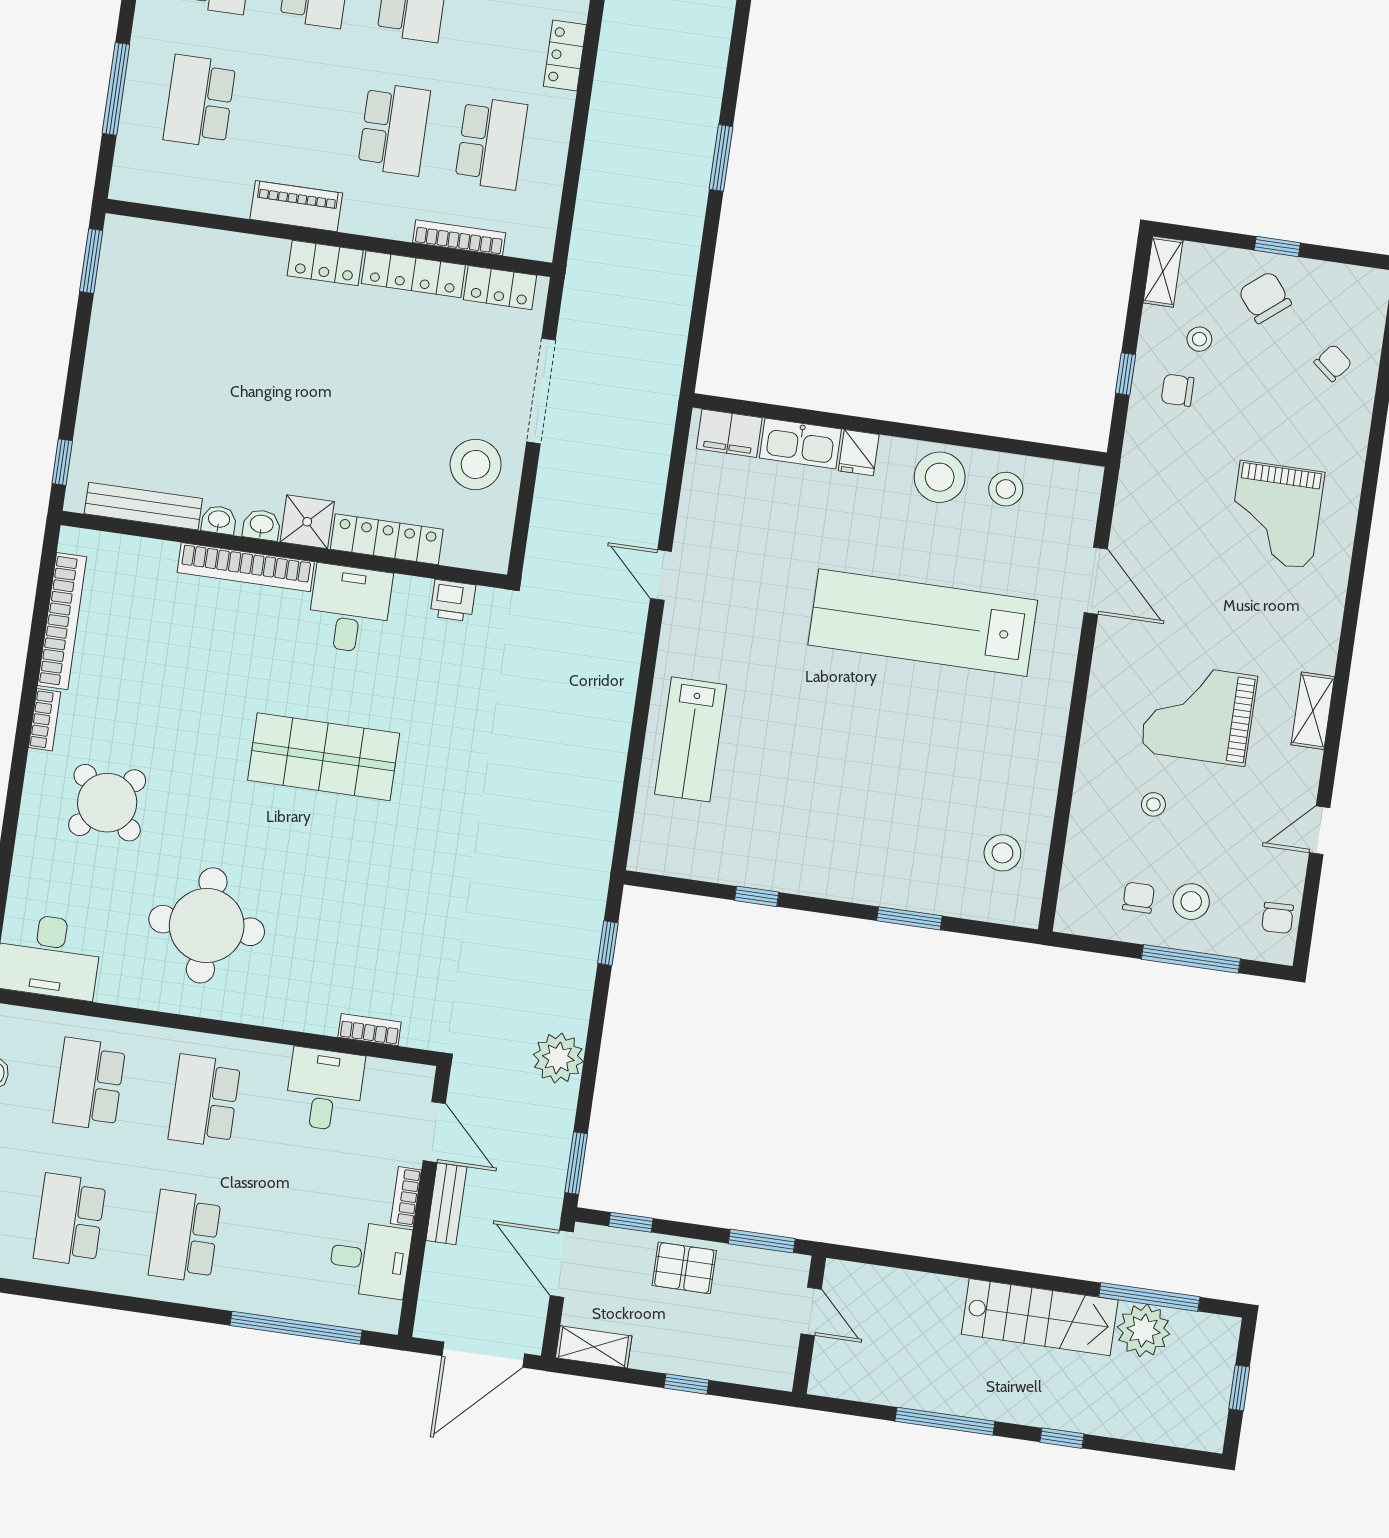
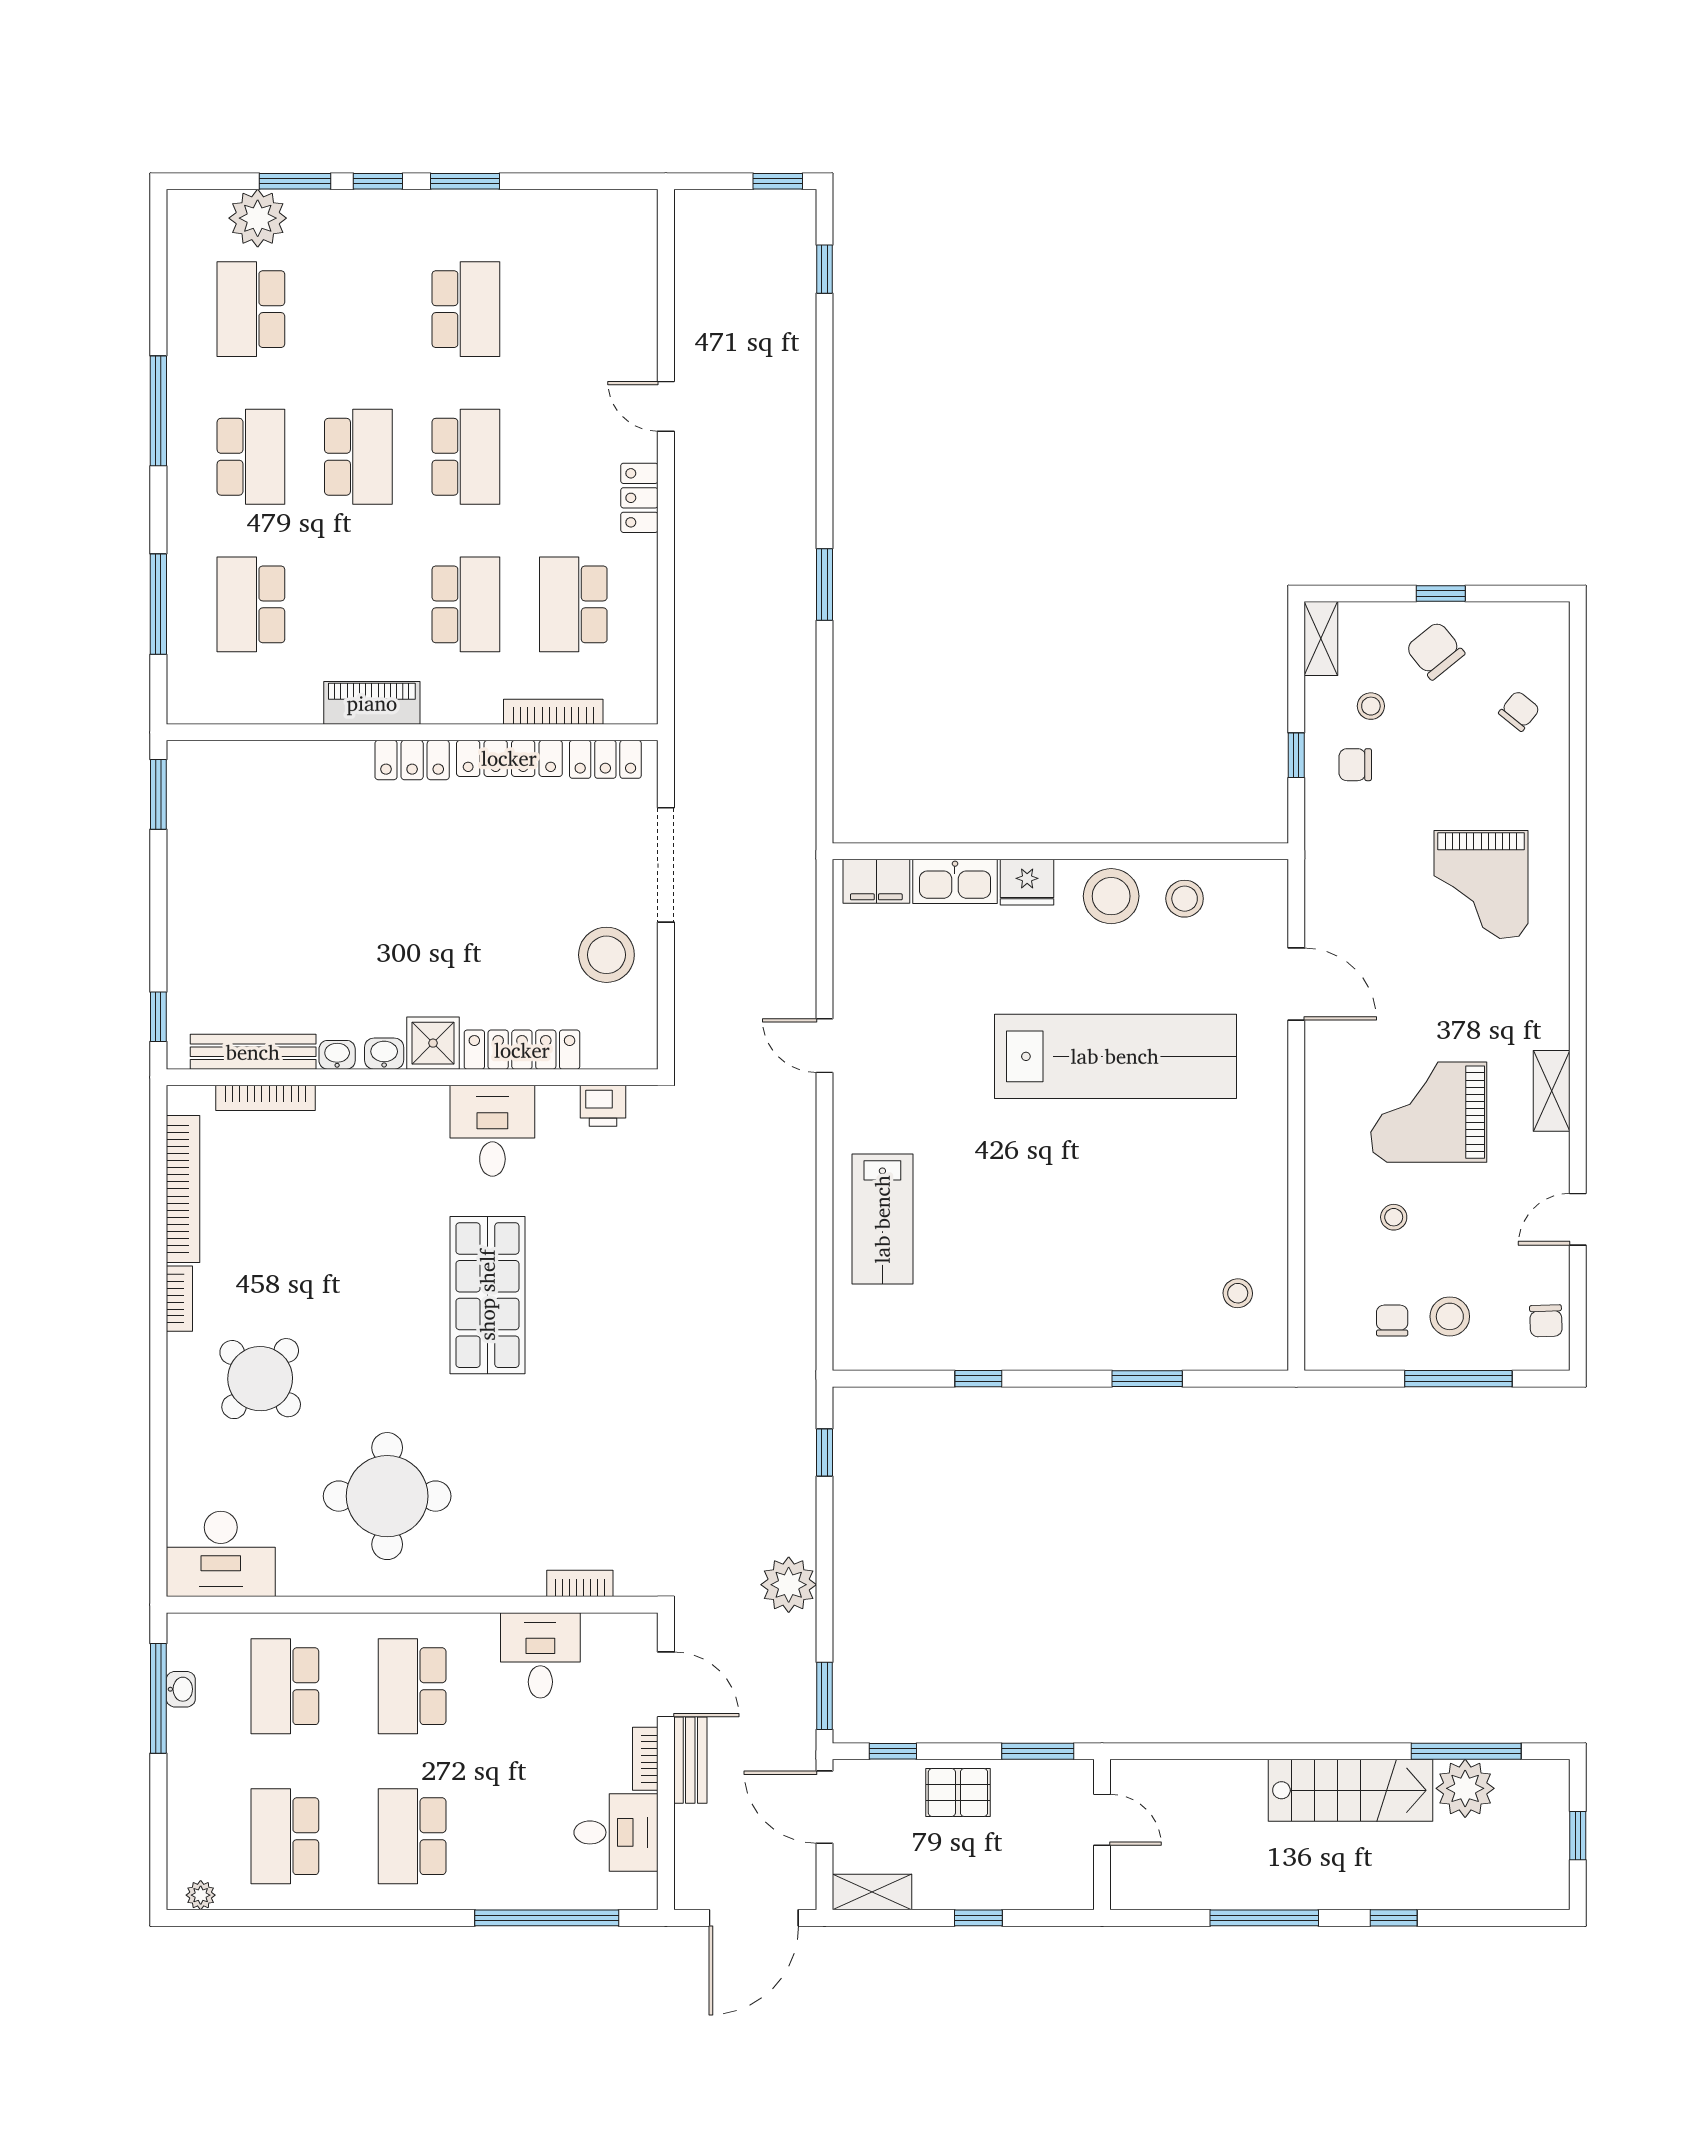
school desk: (491, 143) -> (573, 604), turned 180
fridge: (859, 453) -> (1027, 882), width x1.38
bookcase: (246, 567) -> (266, 1098), moved, width x0.68, depth x0.76
lab bench: (923, 623) -> (1115, 1056), turned 180
shop shelf: (324, 757) -> (487, 1295), turned 90
stool: (1002, 853) -> (1238, 1293), width x0.73, depth x0.73

